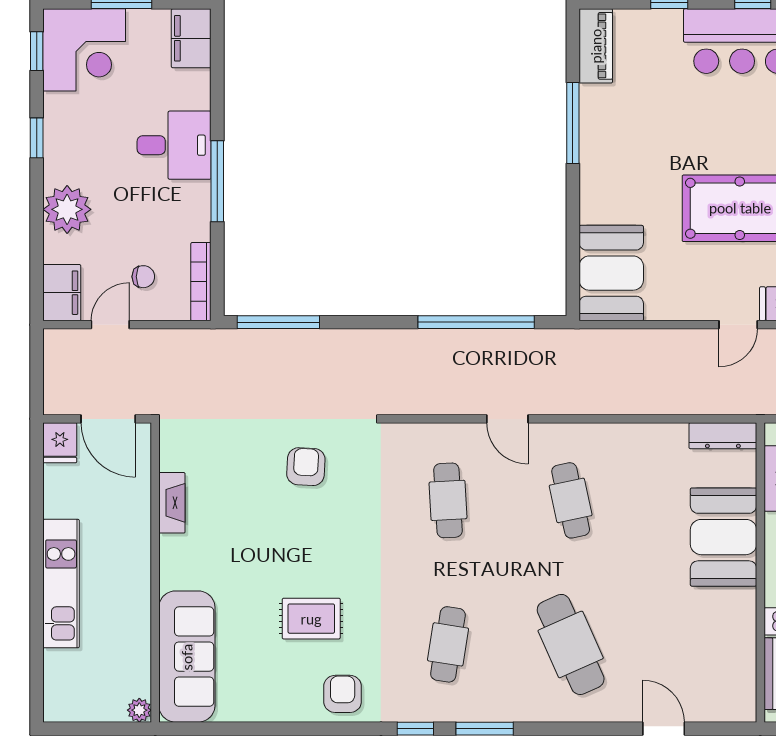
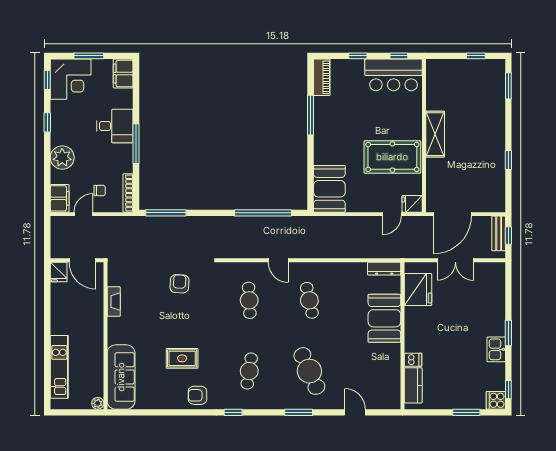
kitchen unit: (61, 584) -> (59, 367), moved
armchair: (343, 694) -> (197, 395), turned -90
window: (485, 729) -> (299, 412), moved

